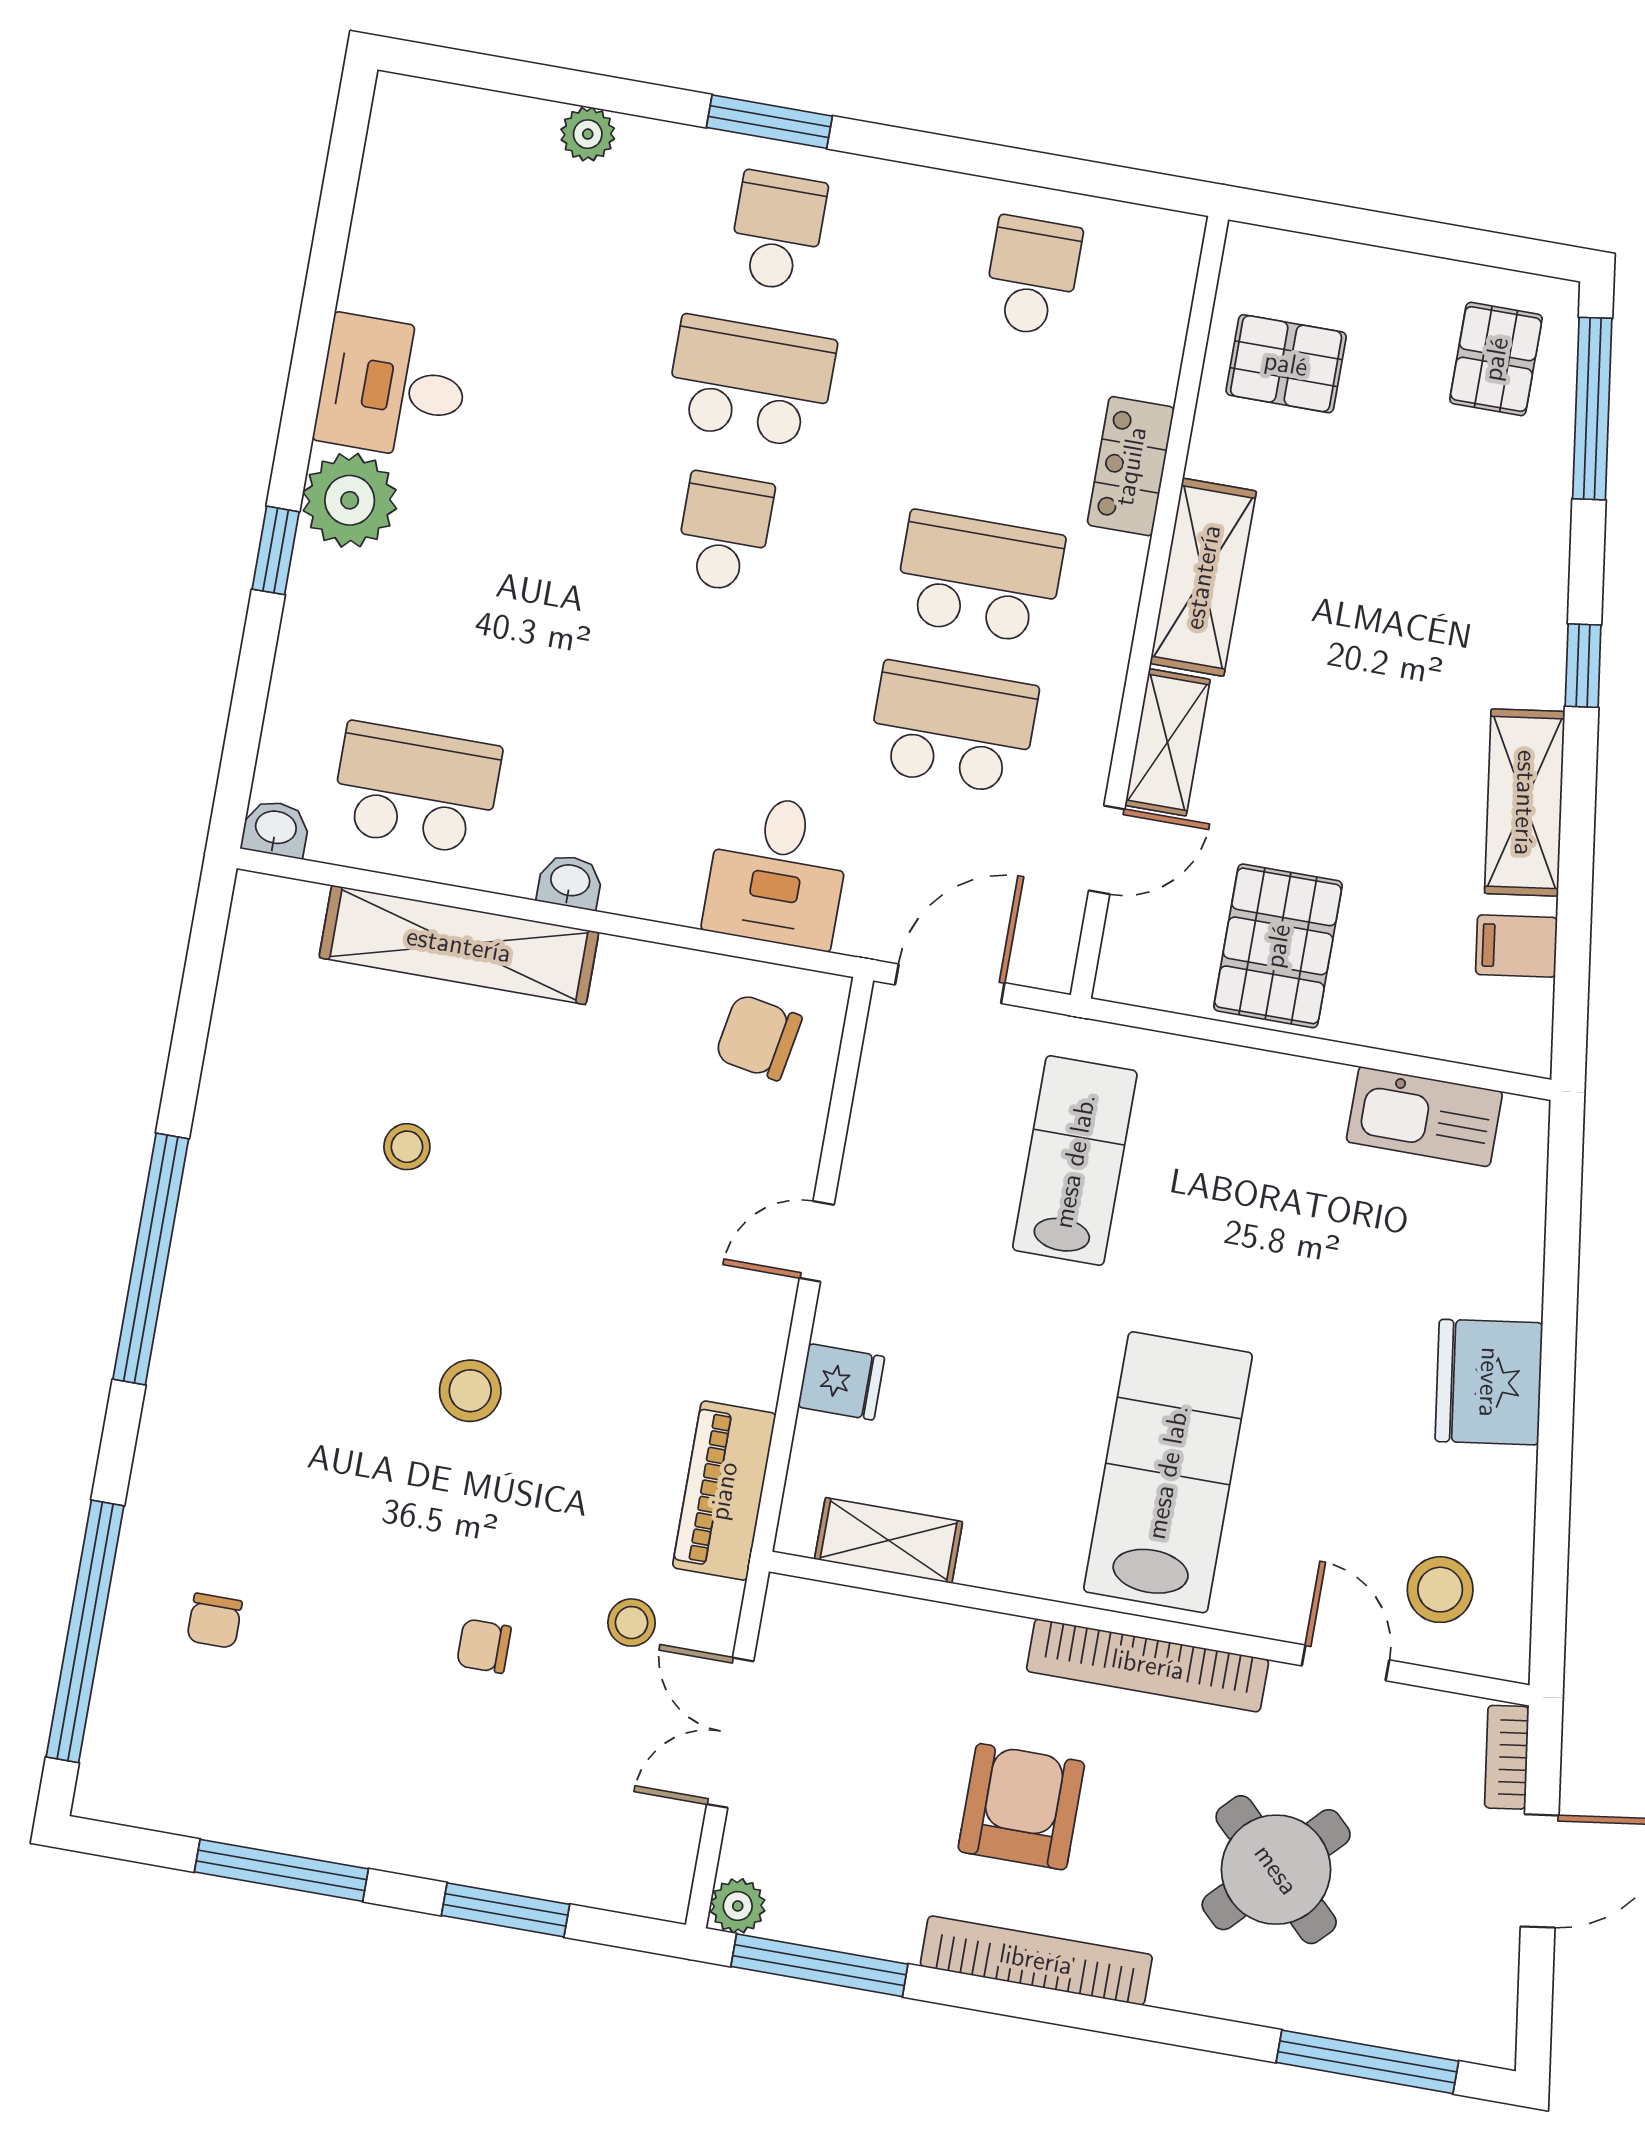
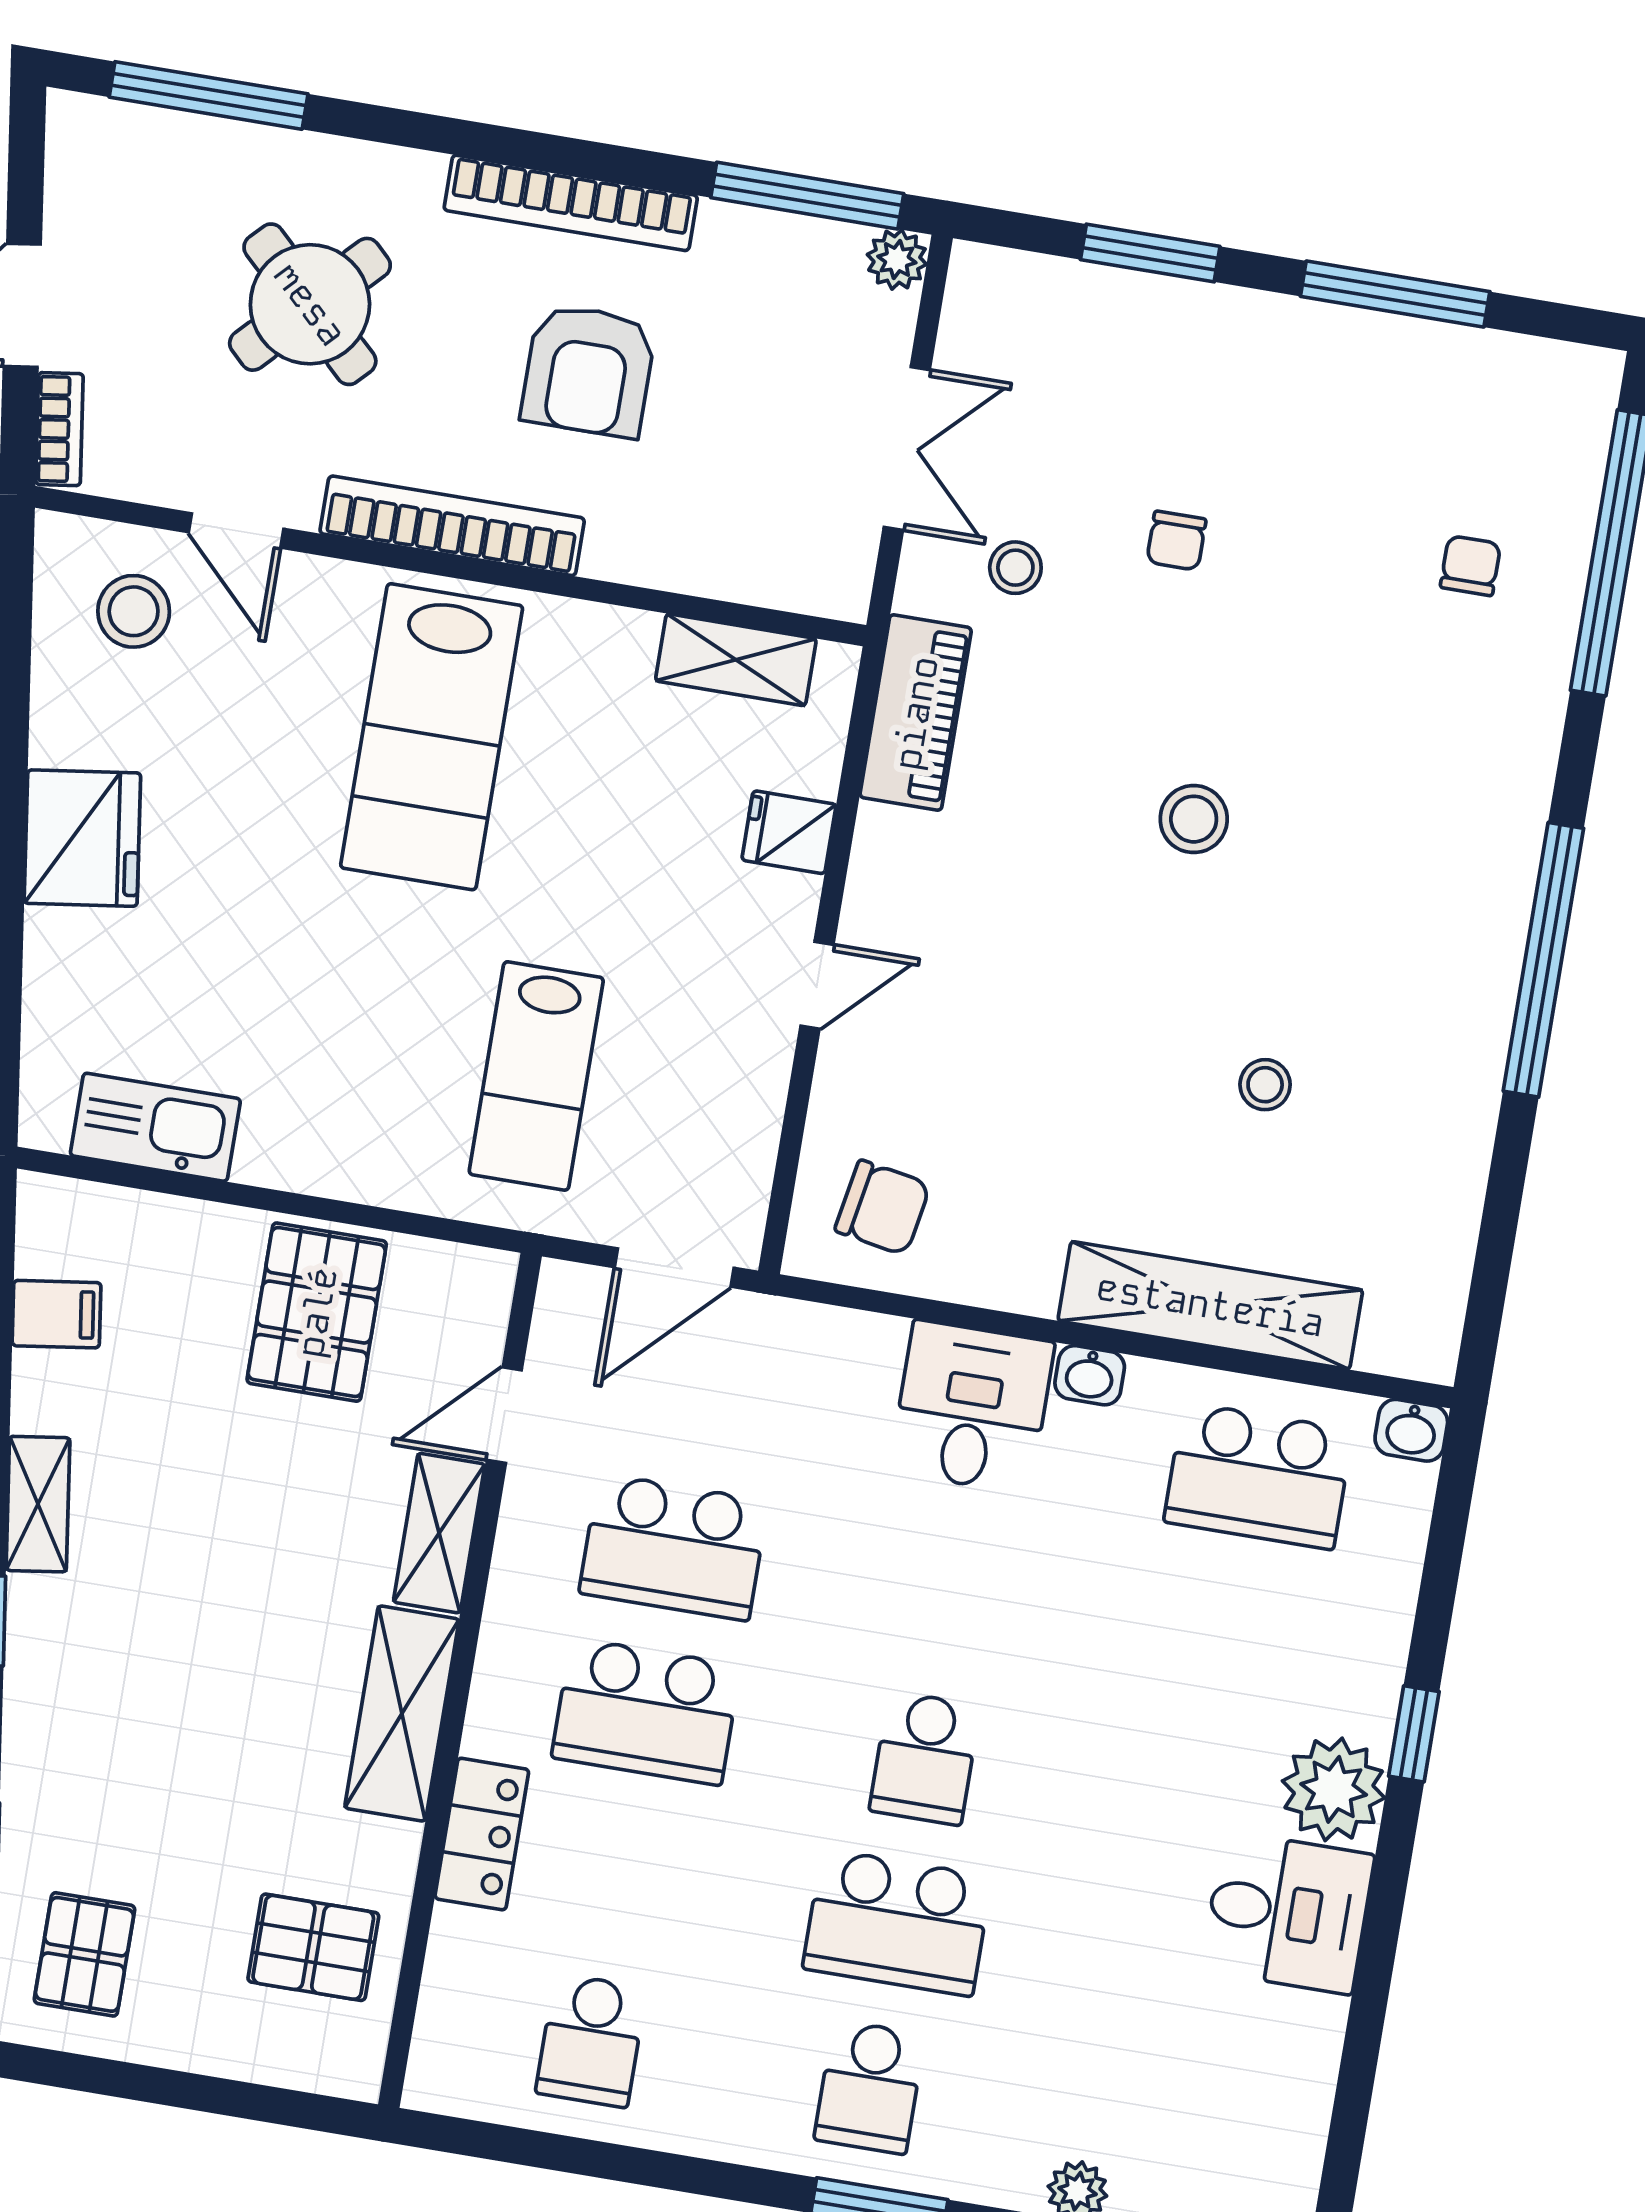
shelving: (1525, 803) -> (38, 1504), width x0.67, depth x0.75
desk: (778, 871) -> (972, 1407), moved
chair: (484, 1646) -> (1176, 541), turned 90

